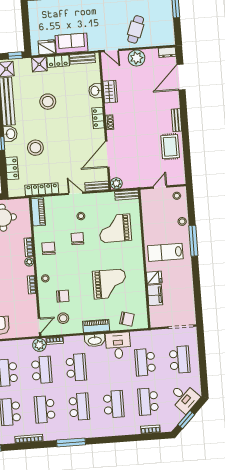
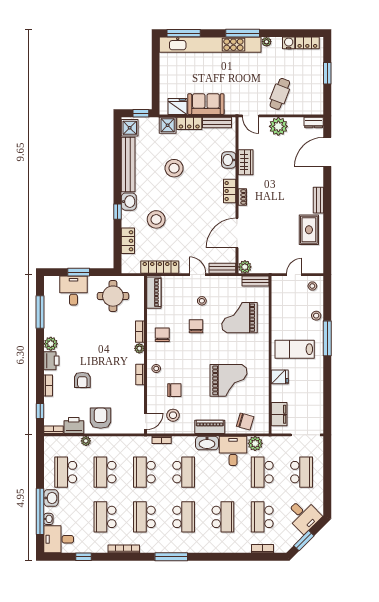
filing cabinet: (155, 295) -> (279, 414), moved
plant: (39, 345) -> (255, 443), moved
school desk: (42, 370) -> (144, 472), turned 180

